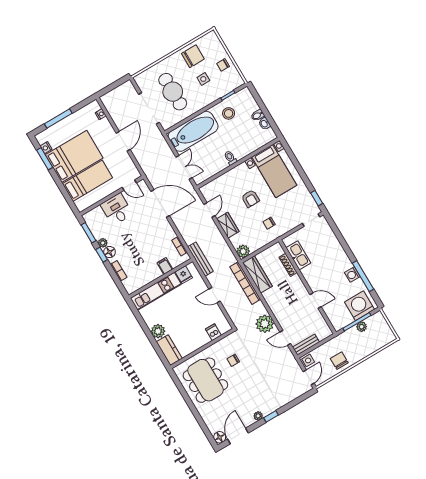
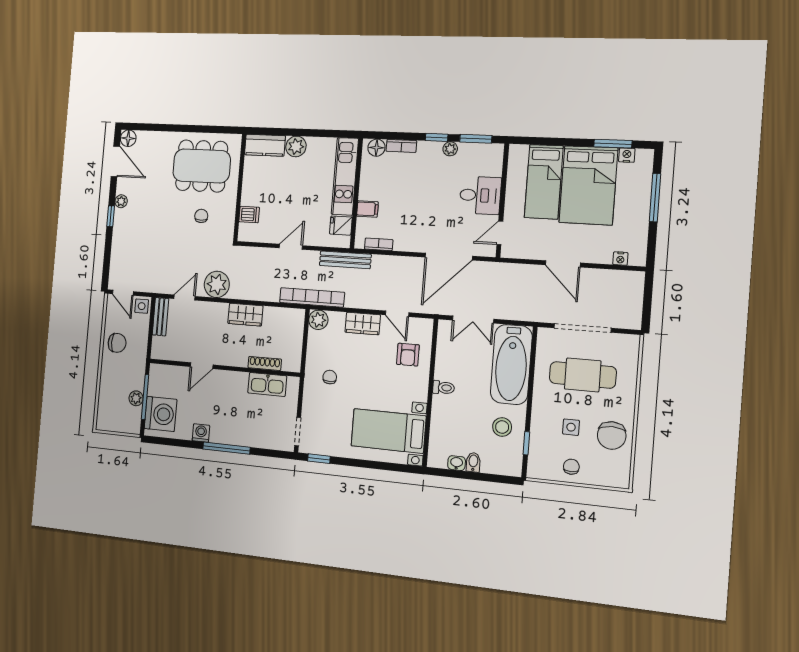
armchair: (250, 199) -> (408, 355), moved, turned -90
floor lamp: (109, 252) -> (376, 148), moved
wardrobe: (257, 275) -> (245, 315), moved, width x0.67
window: (363, 276) -> (226, 448), moved
bookcase: (245, 283) -> (312, 297), moved

